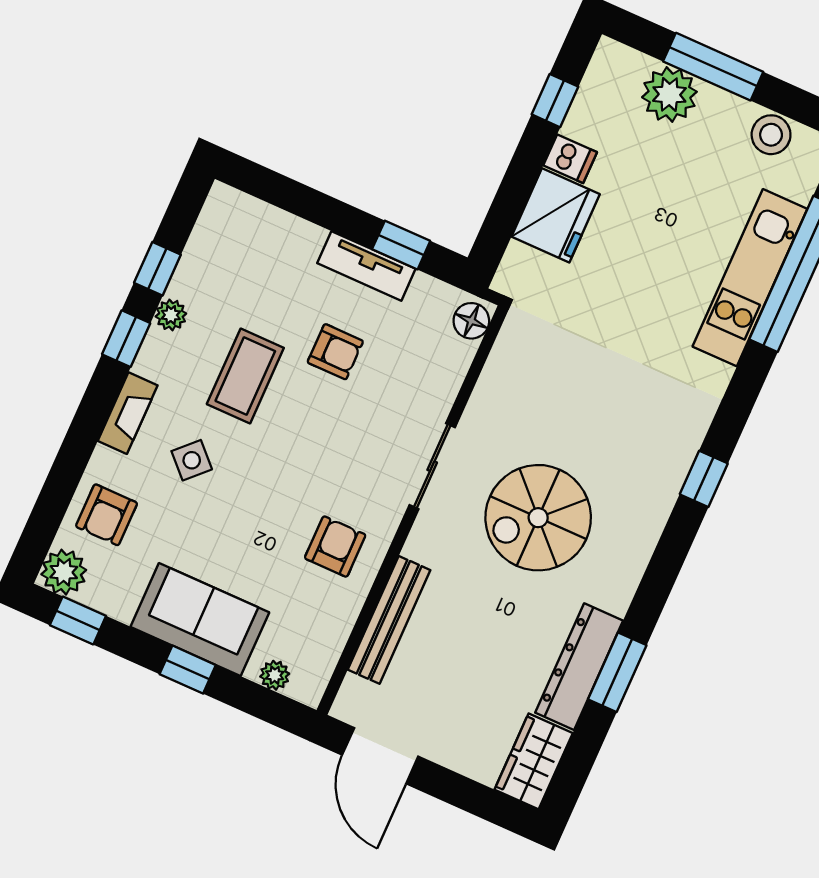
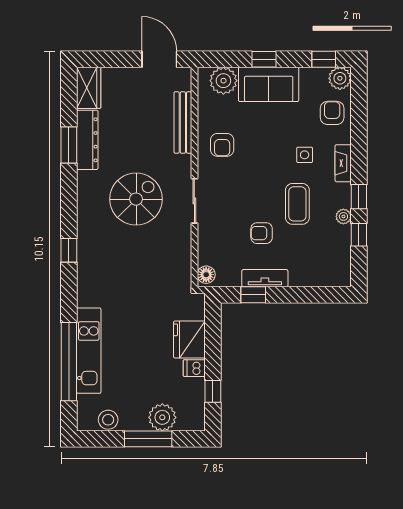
side table: (192, 460) -> (305, 155), turned 45
plant: (275, 675) -> (223, 81), width x1.87, depth x1.87

